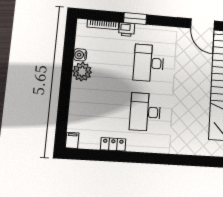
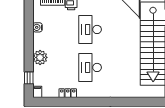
plant: (82, 72) -> (40, 57), moved
window: (62, 121) -> (29, 78), added

